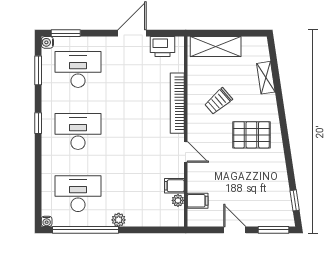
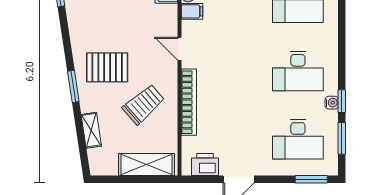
water cooler: (47, 42) -> (332, 103), moved
trolley: (218, 101) -> (144, 104), width x1.36, depth x1.39
window: (282, 117) -> (73, 86), added
window: (38, 123) -> (342, 101), moved

